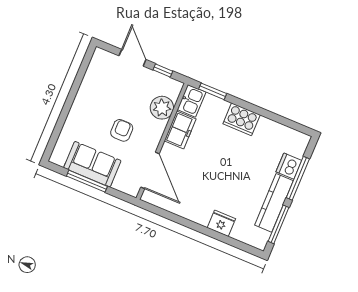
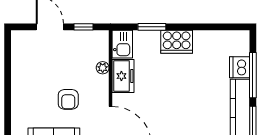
window: (213, 91) -> (152, 27), moved
plant: (162, 108) -> (103, 68), width x0.53, depth x0.53
armchair: (122, 130) -> (68, 99), turned 180

